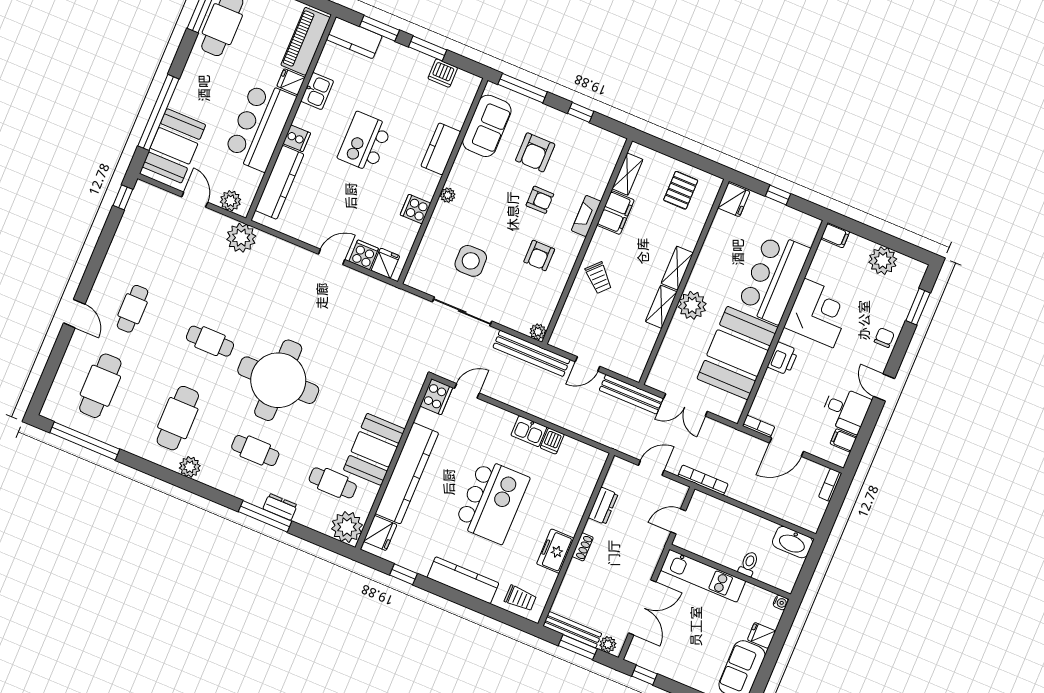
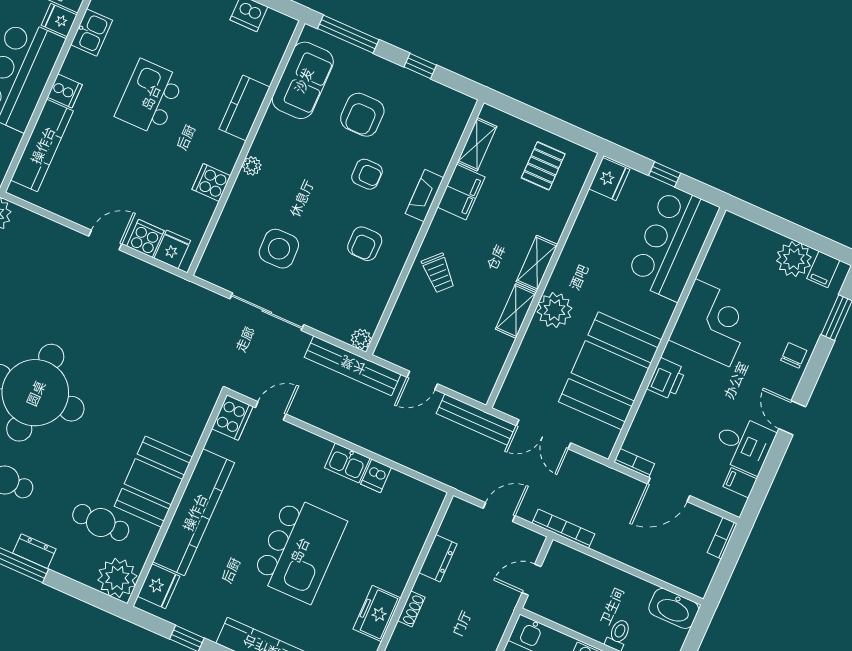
filing cabinet: (835, 235) -> (823, 269), moved, turned 90
bar counter: (774, 278) -> (673, 243), moved

